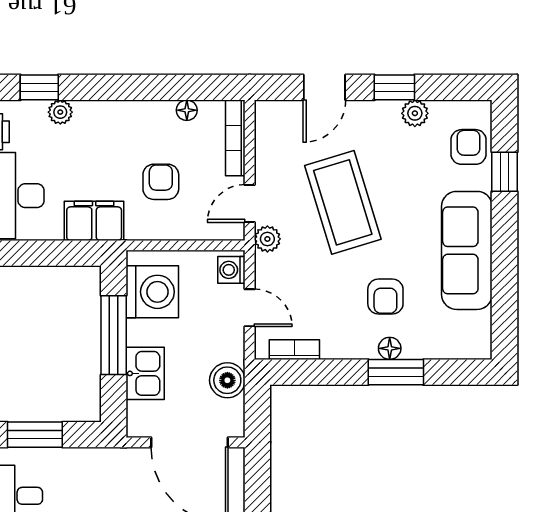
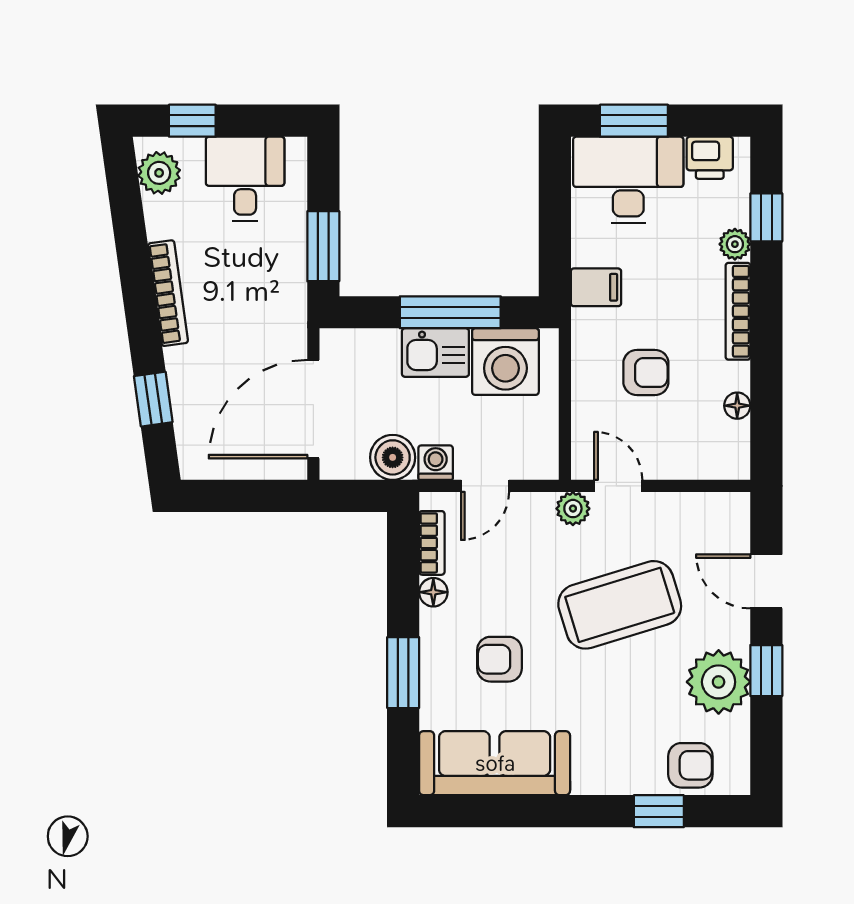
plant: (415, 113) -> (719, 682), width x1.87, depth x1.87
bookcase: (235, 138) -> (738, 311), moved, turned -90
filing cabinet: (94, 221) -> (596, 287), width x0.50
sofa: (467, 250) -> (495, 763), moved
washing machine: (231, 270) -> (436, 463), moved
floor lamp: (390, 348) -> (433, 592), moved
kitchen sink: (145, 373) -> (435, 353), moved
window: (35, 435) -> (323, 246), moved

